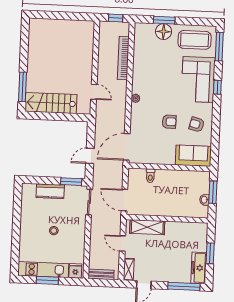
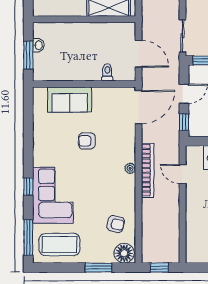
floor lamp: (164, 32) -> (124, 253), moved
bookcase: (123, 58) -> (148, 170), moved
armchair: (197, 124) -> (116, 224), moved
window: (91, 133) -> (184, 122), added
sofa: (193, 156) -> (70, 100), moved
door: (124, 200) -> (138, 54), moved

